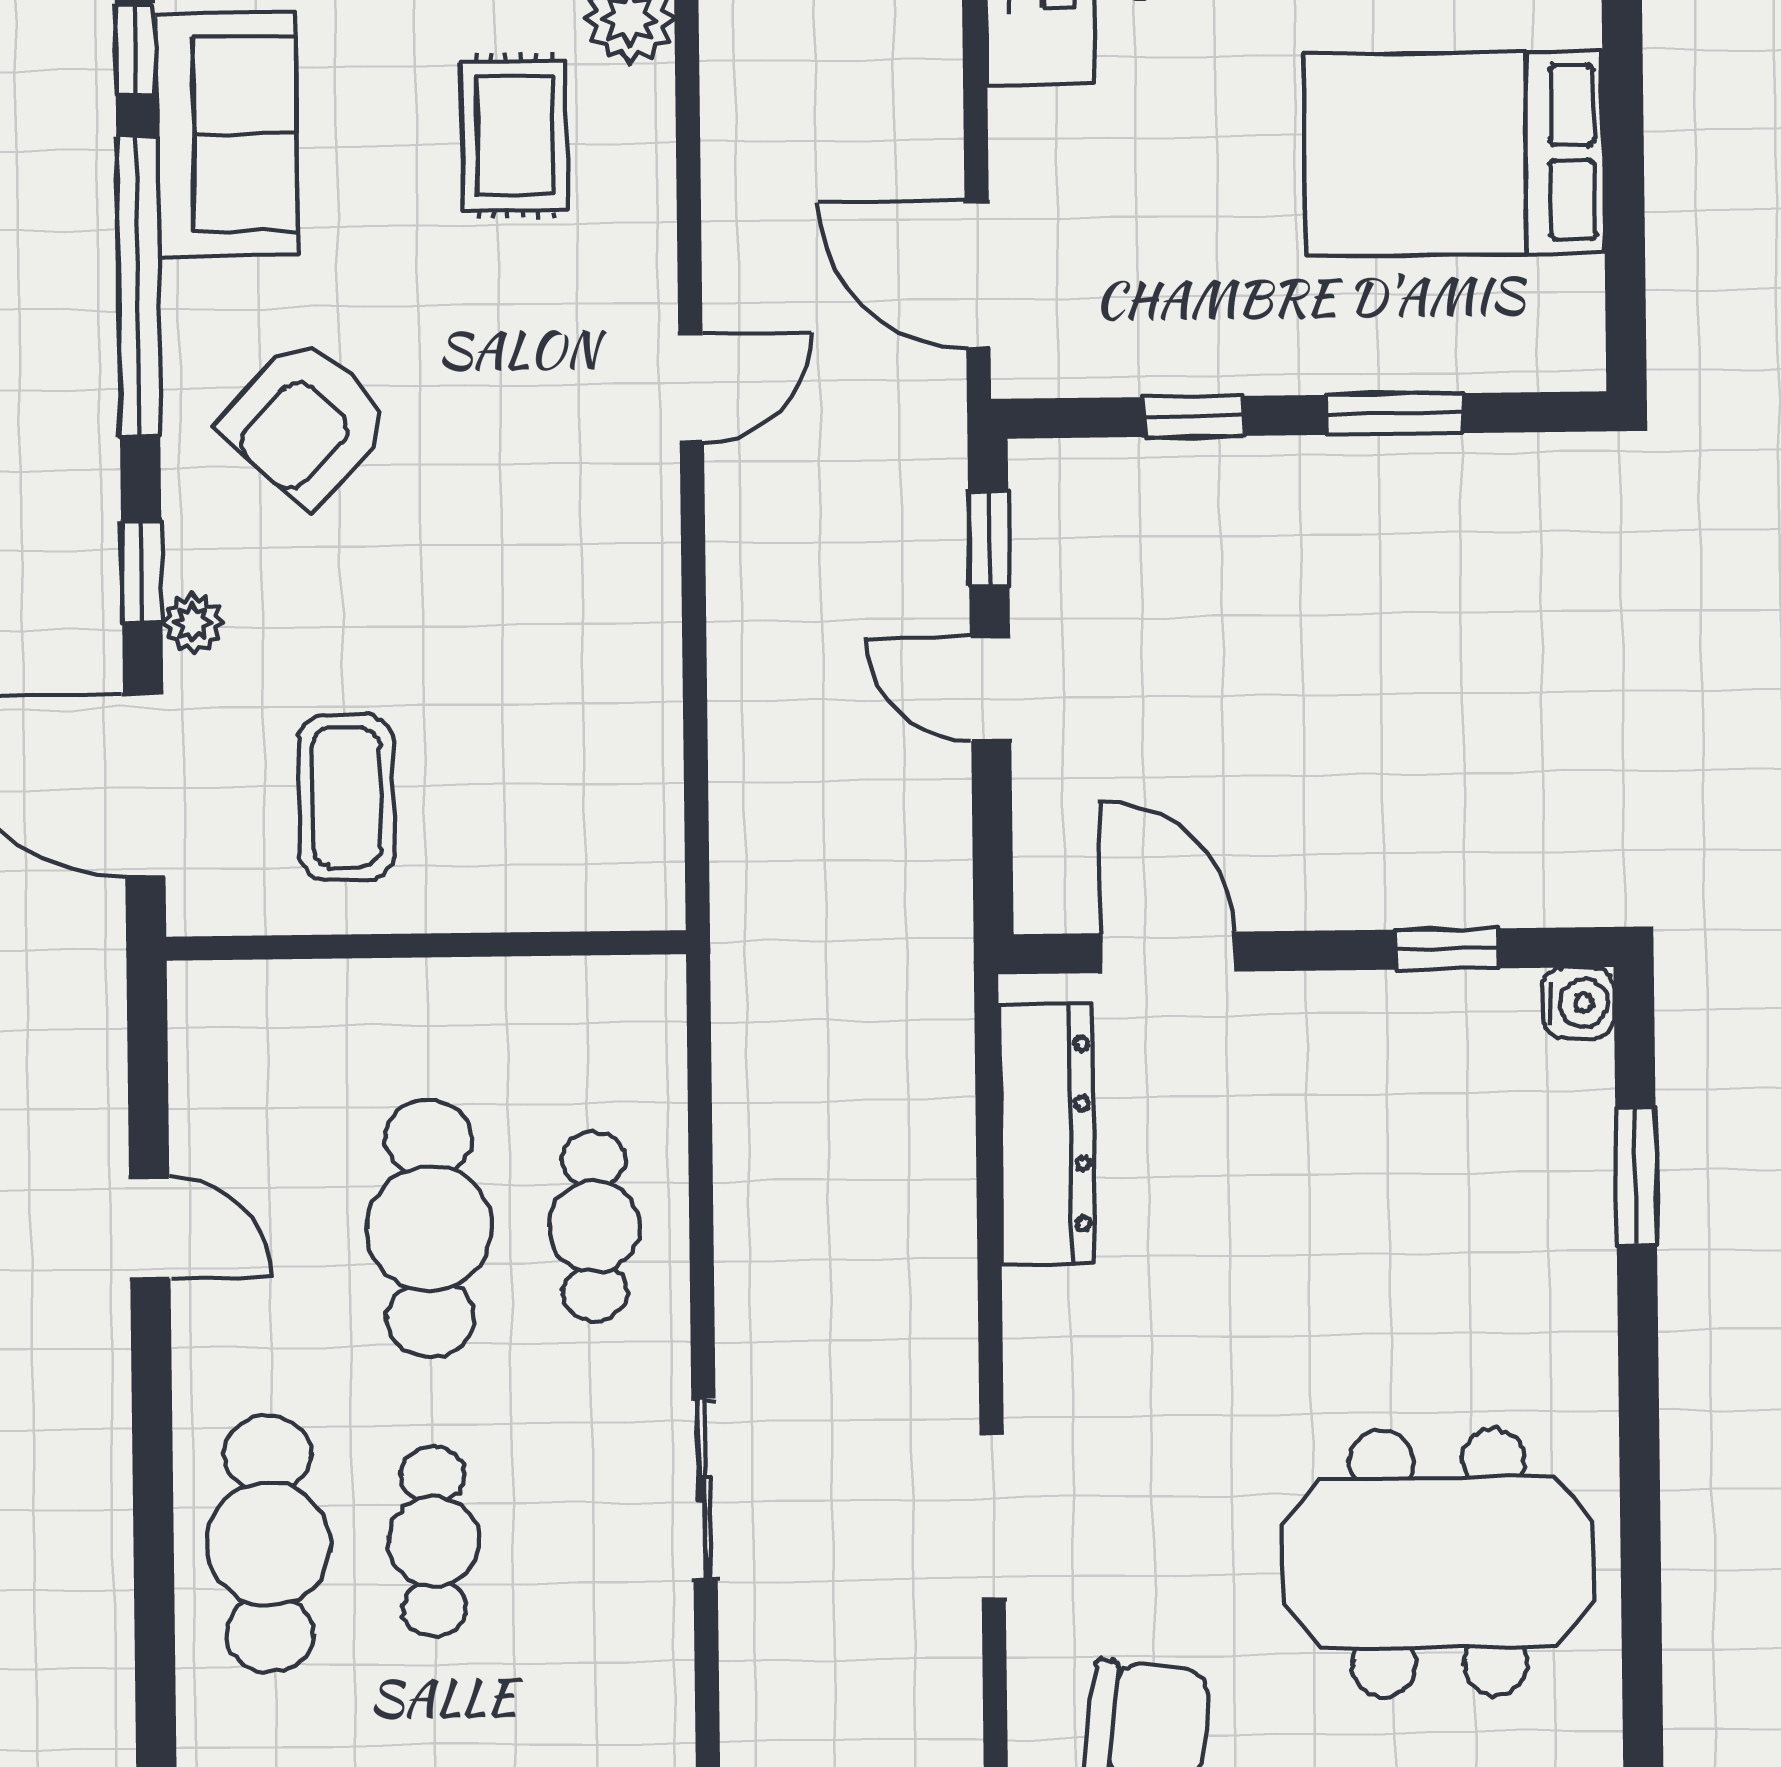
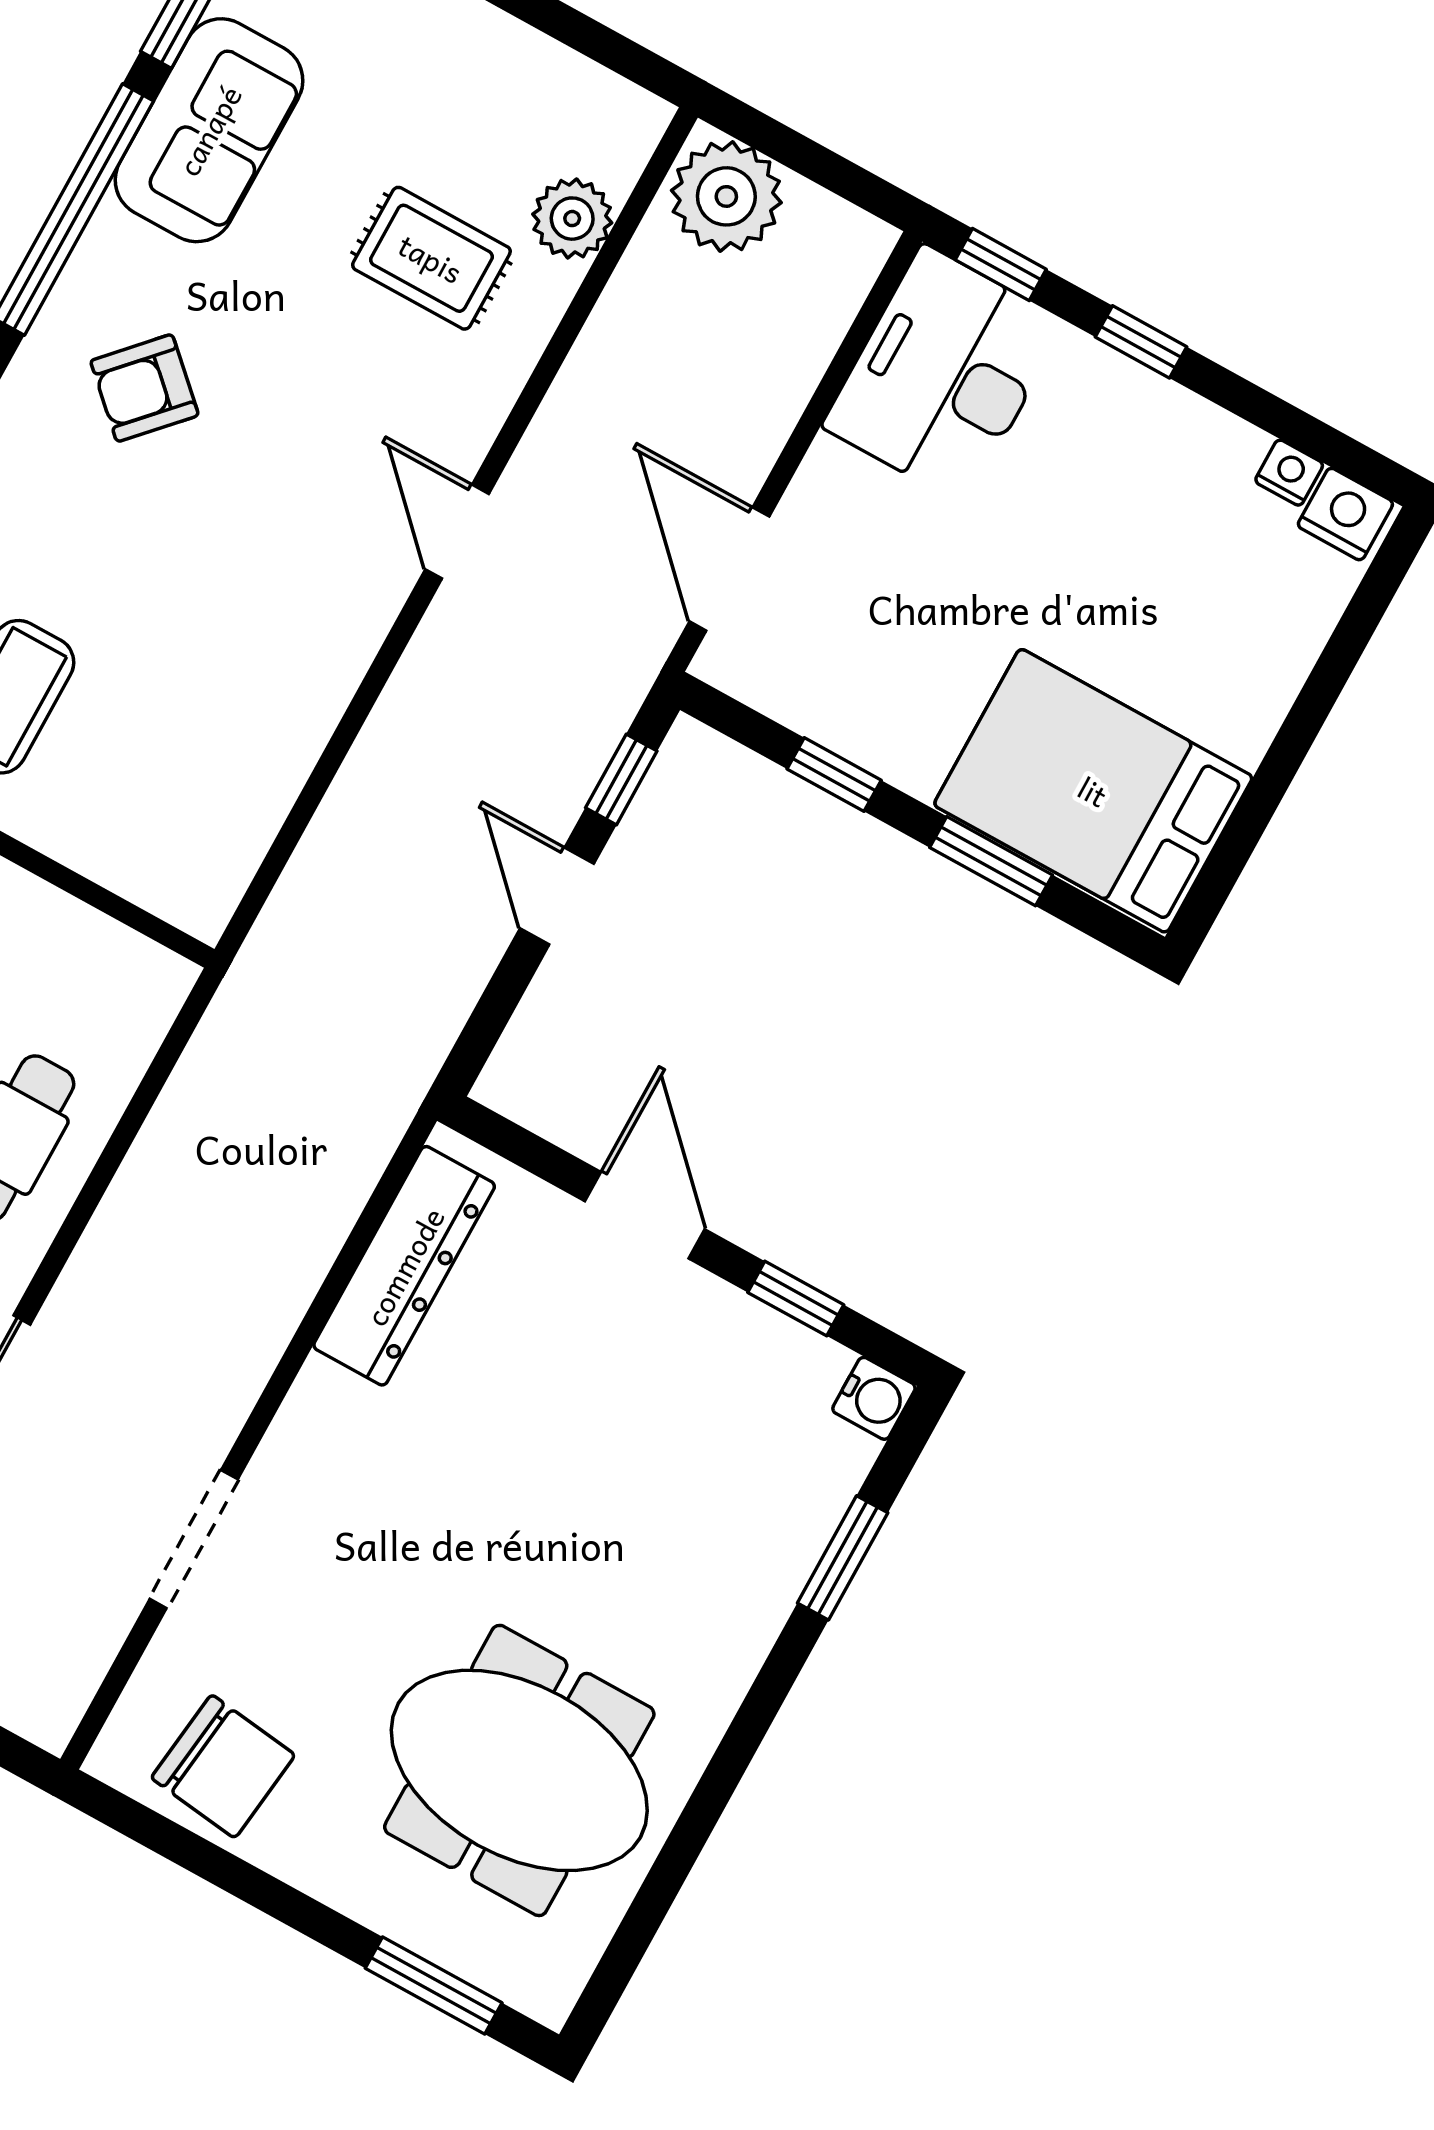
rug: (515, 136) -> (431, 258), turned 90
bed: (1454, 154) -> (1093, 791), moved
door: (691, 388) -> (457, 532), swing flipped
armchair: (306, 422) -> (144, 388), width x0.72, depth x0.72
door: (1167, 952) -> (645, 1215), moved

